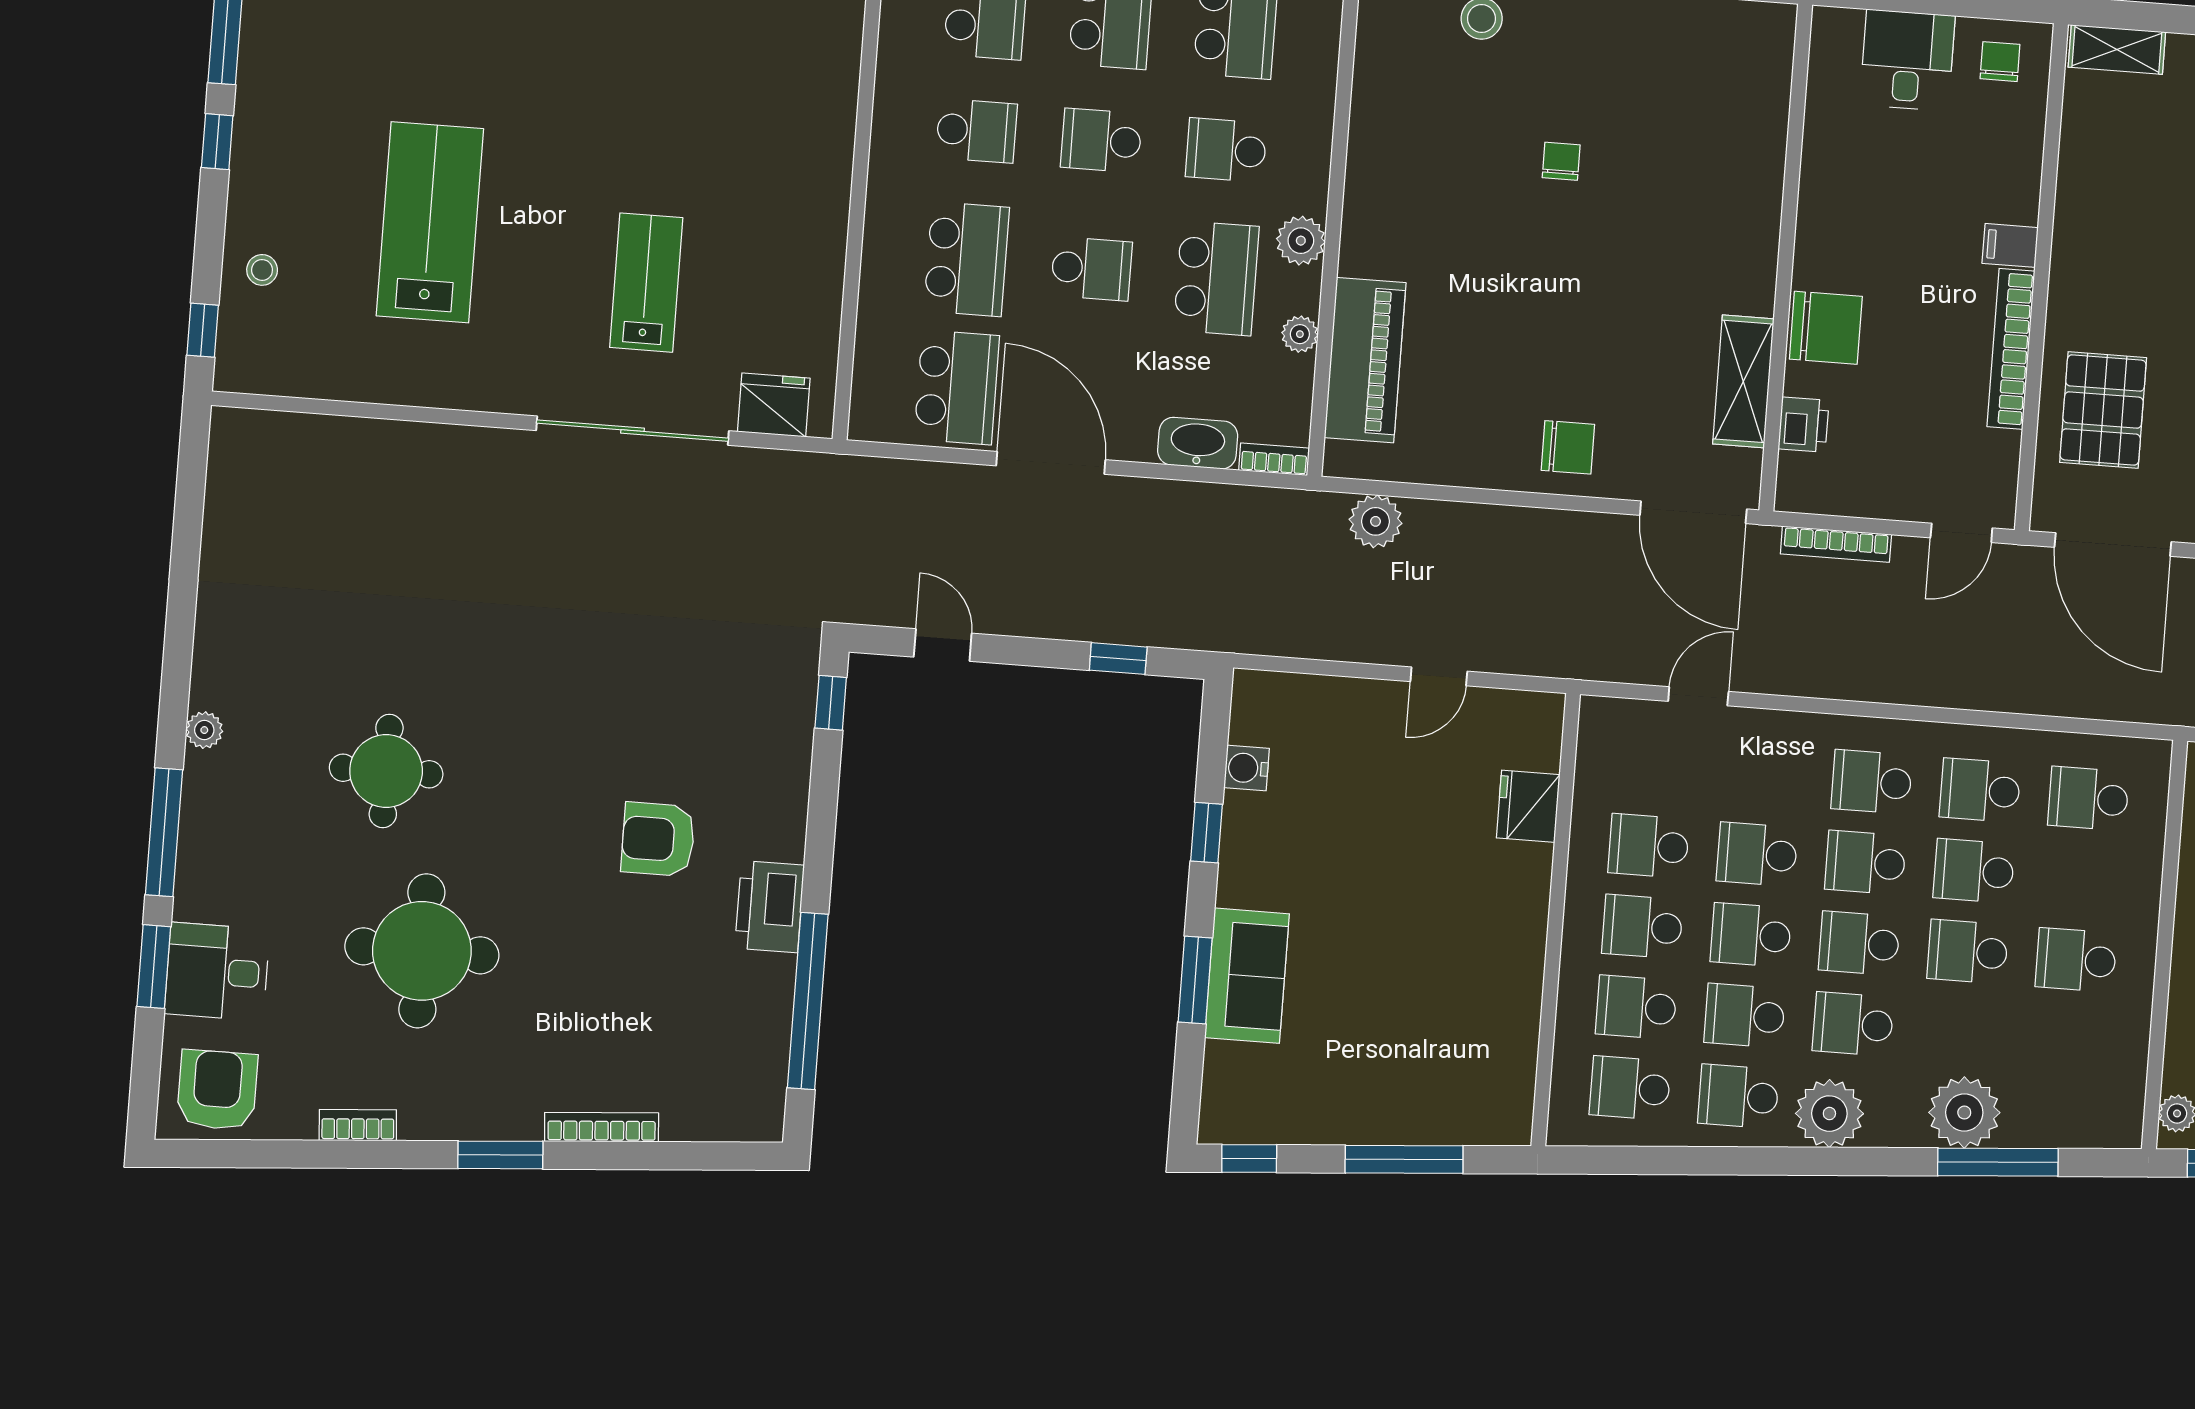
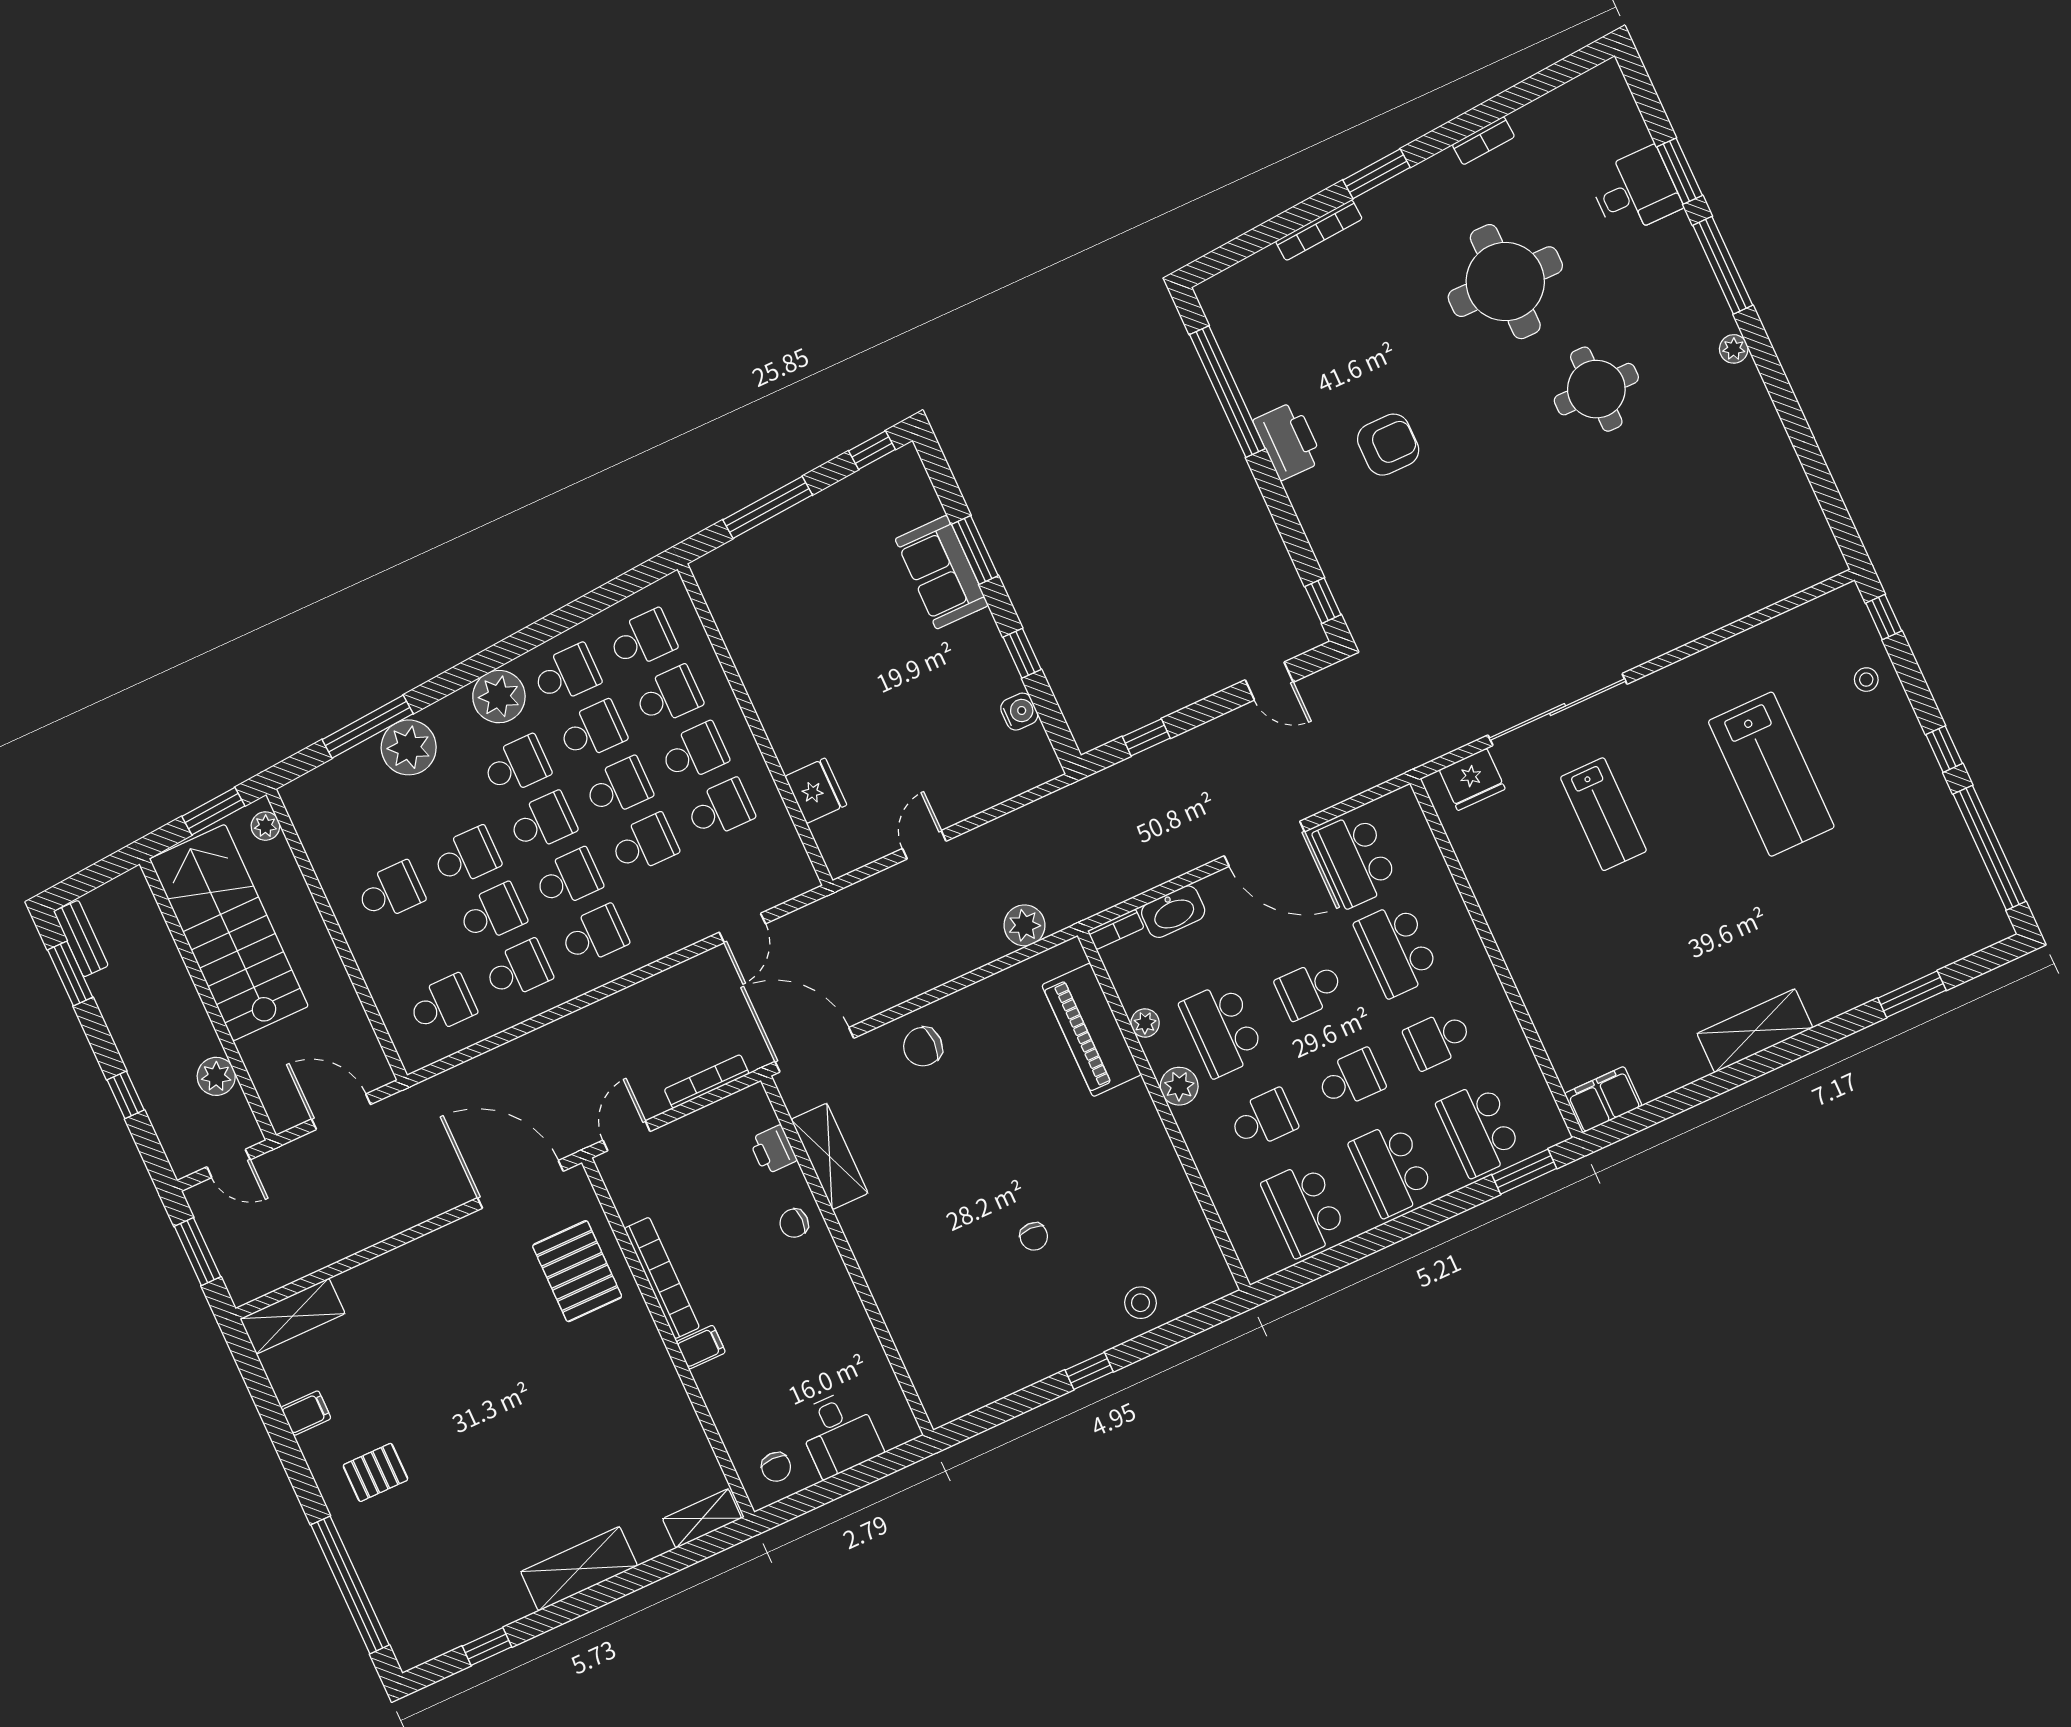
chair: (1826, 328) -> (794, 1223), width x0.54, depth x0.54
armchair: (217, 1090) -> (1591, 112), removed

